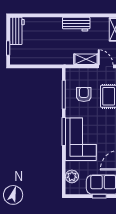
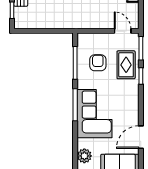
shelving: (86, 59) -> (100, 23), removed

